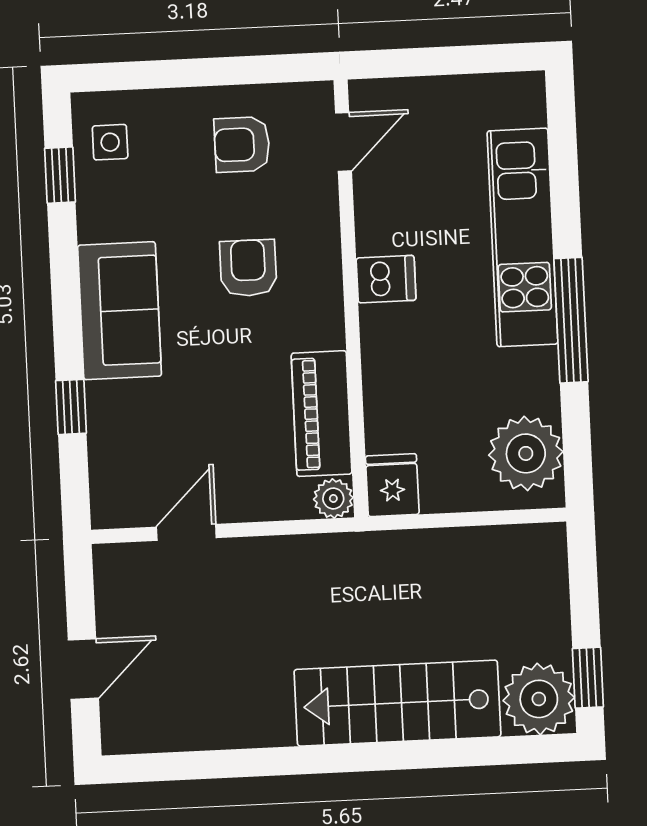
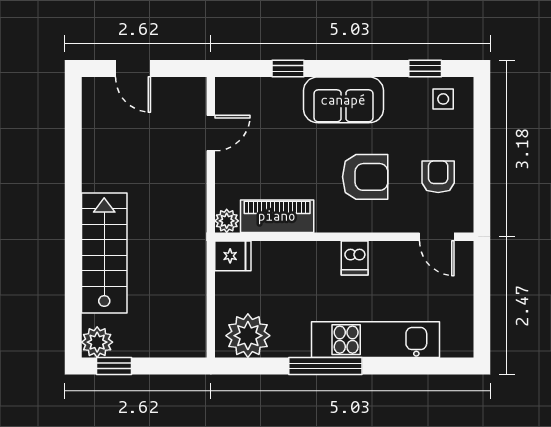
armchair: (248, 268) -> (365, 177), width x1.38, depth x1.38
door: (186, 532) -> (211, 133), hinge flipped
plant: (539, 699) -> (97, 342), width x0.73, depth x0.73

